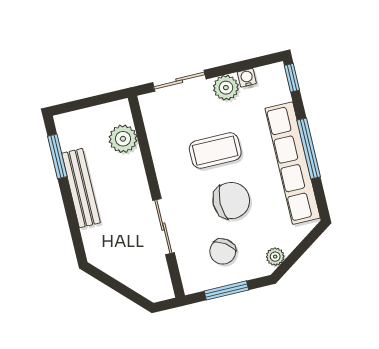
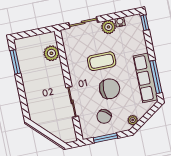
window: (309, 148) -> (156, 77), moved
row of seats: (293, 163) -> (145, 78), width x0.73
bench: (81, 188) -> (28, 80), removed

